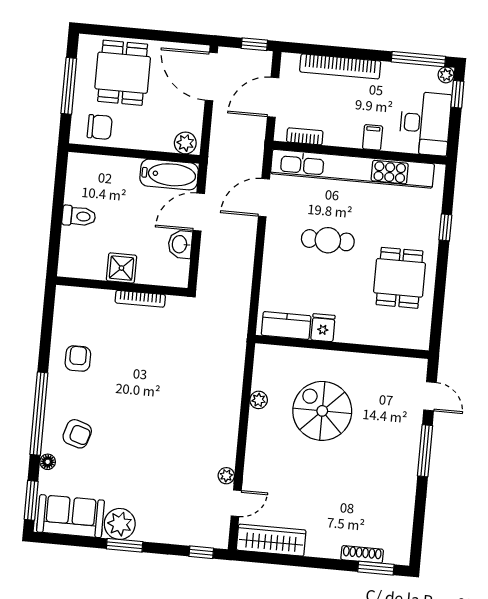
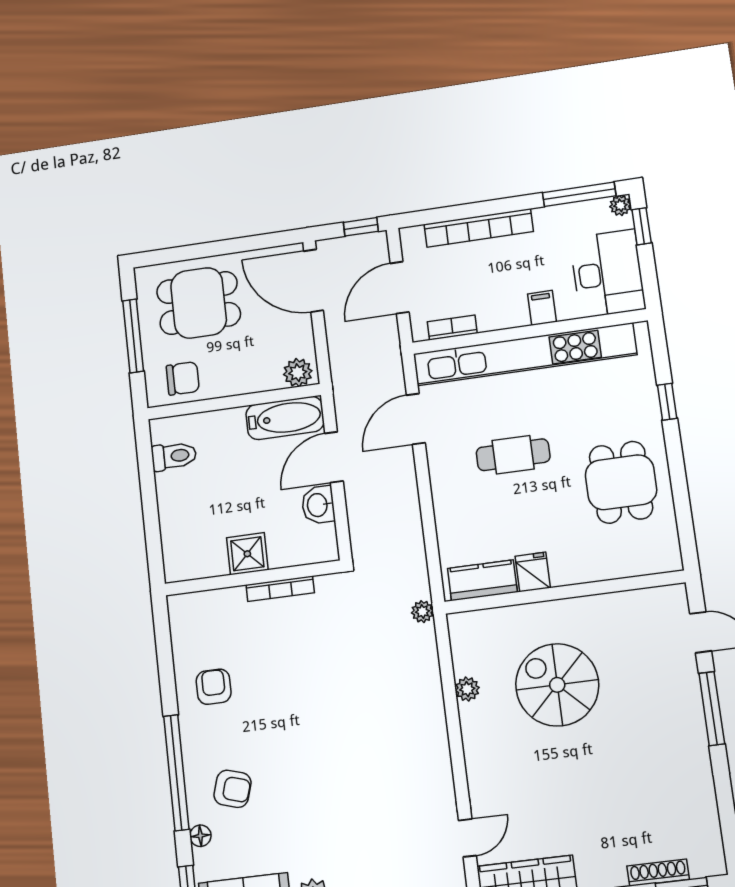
dining table: (123, 73) -> (199, 303), turned 90
toilet: (79, 216) -> (174, 456), moved
plant: (226, 476) -> (422, 612), moved

